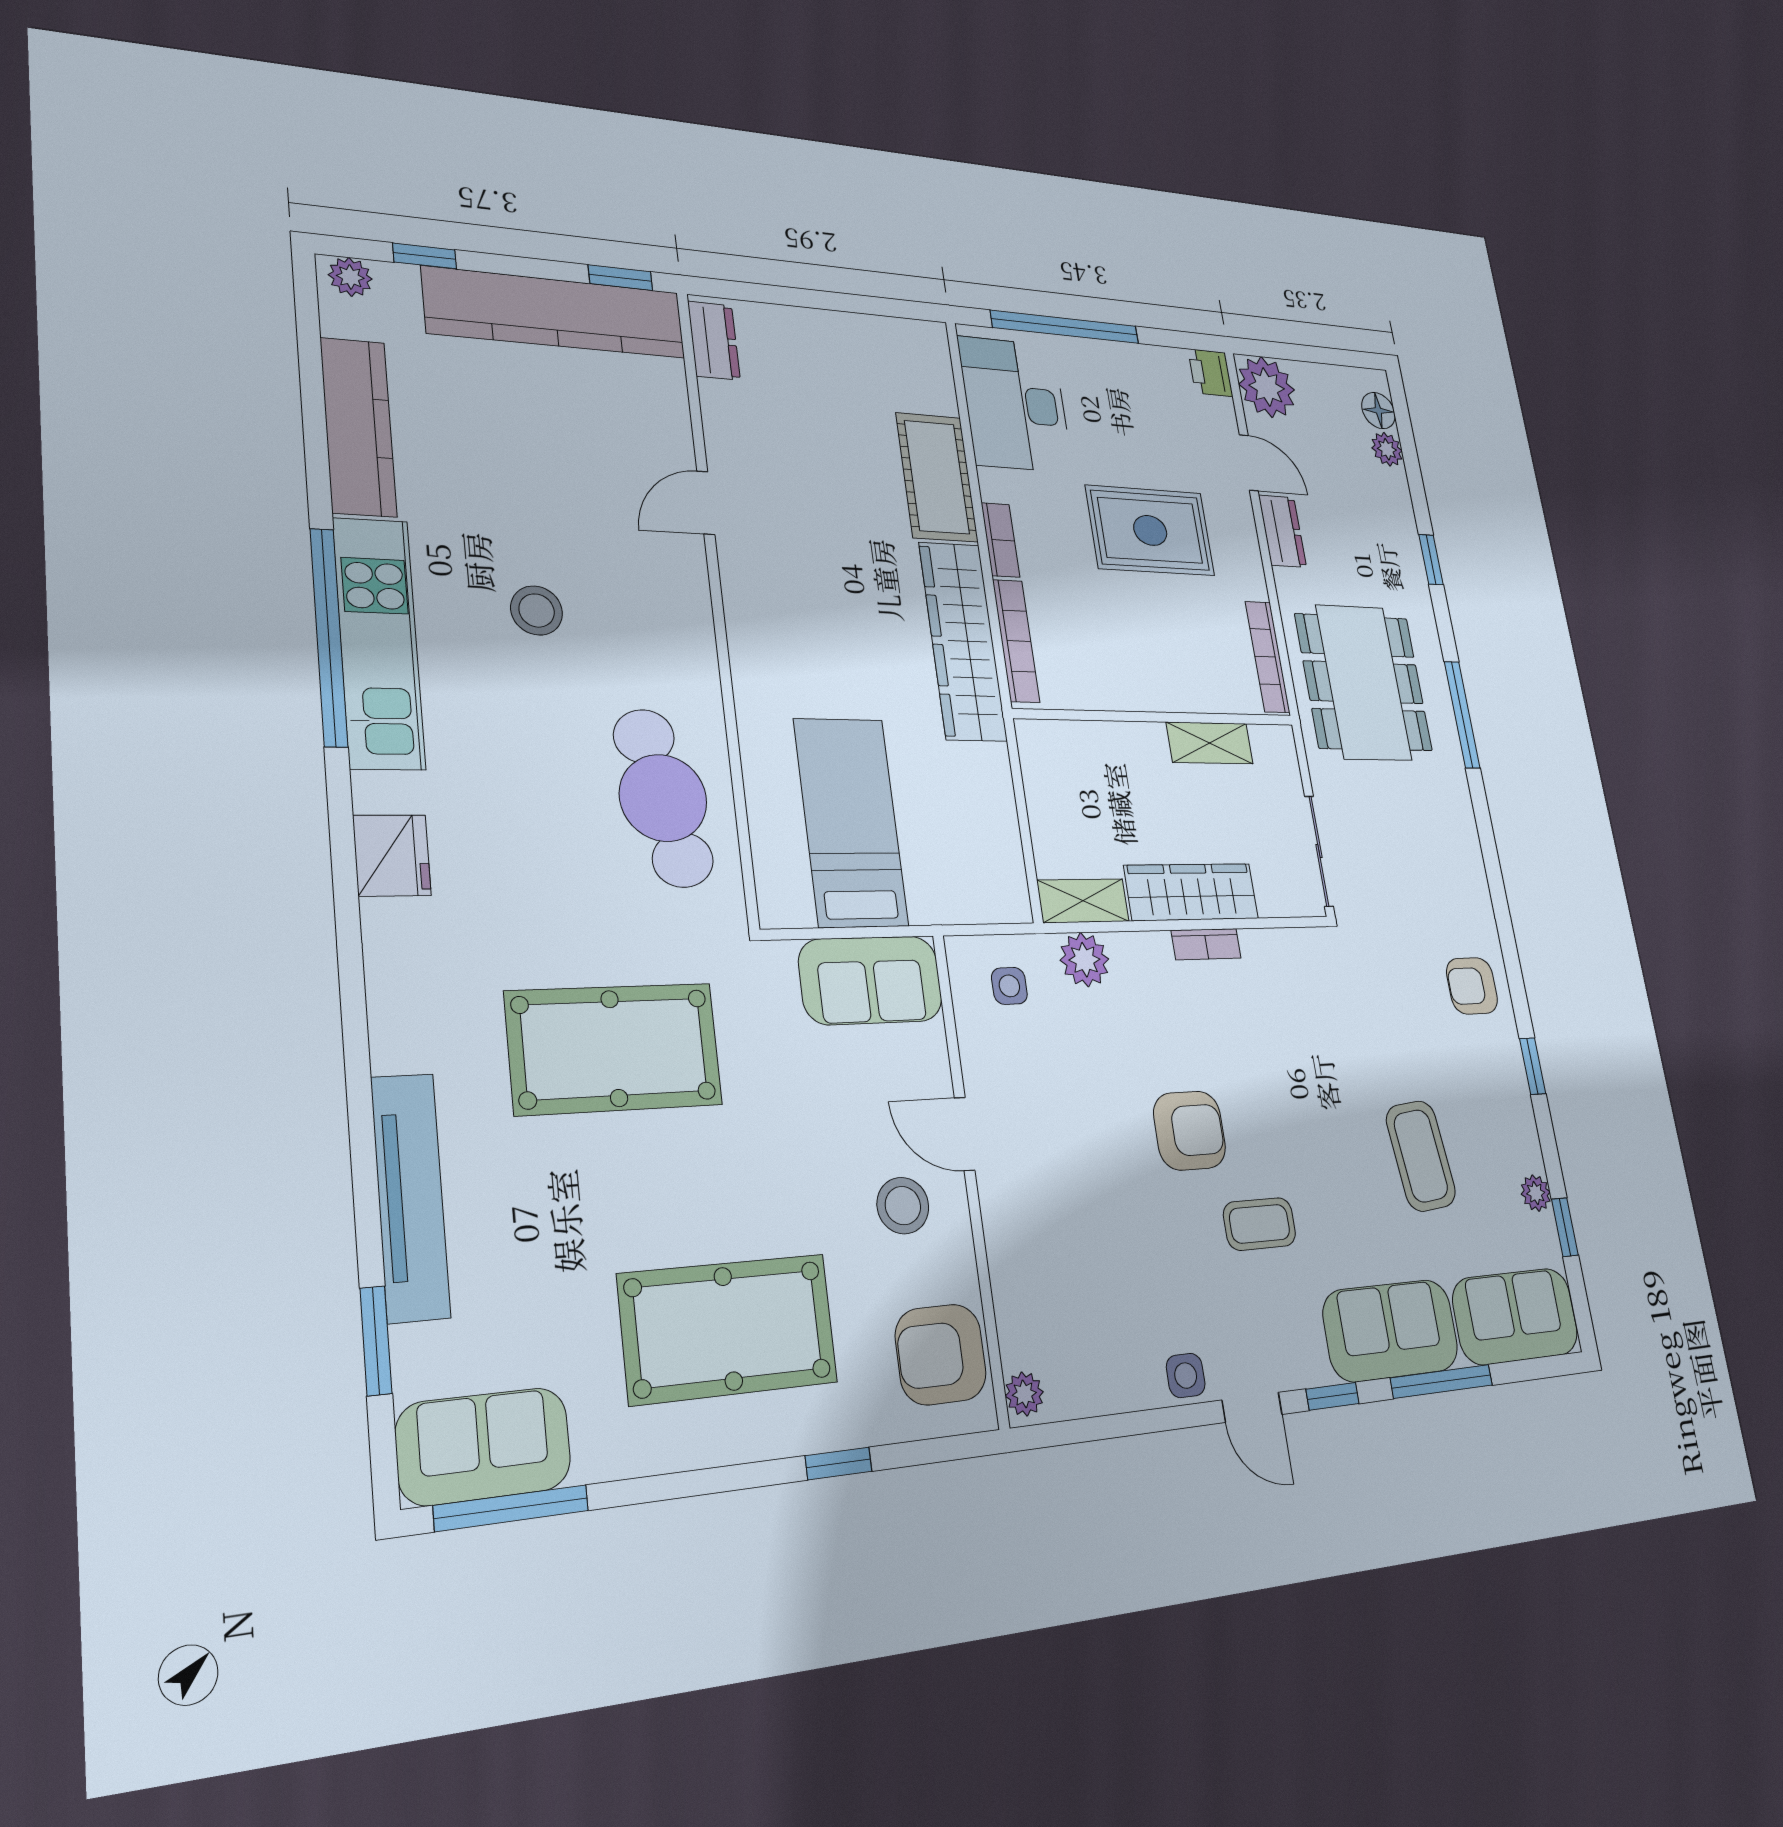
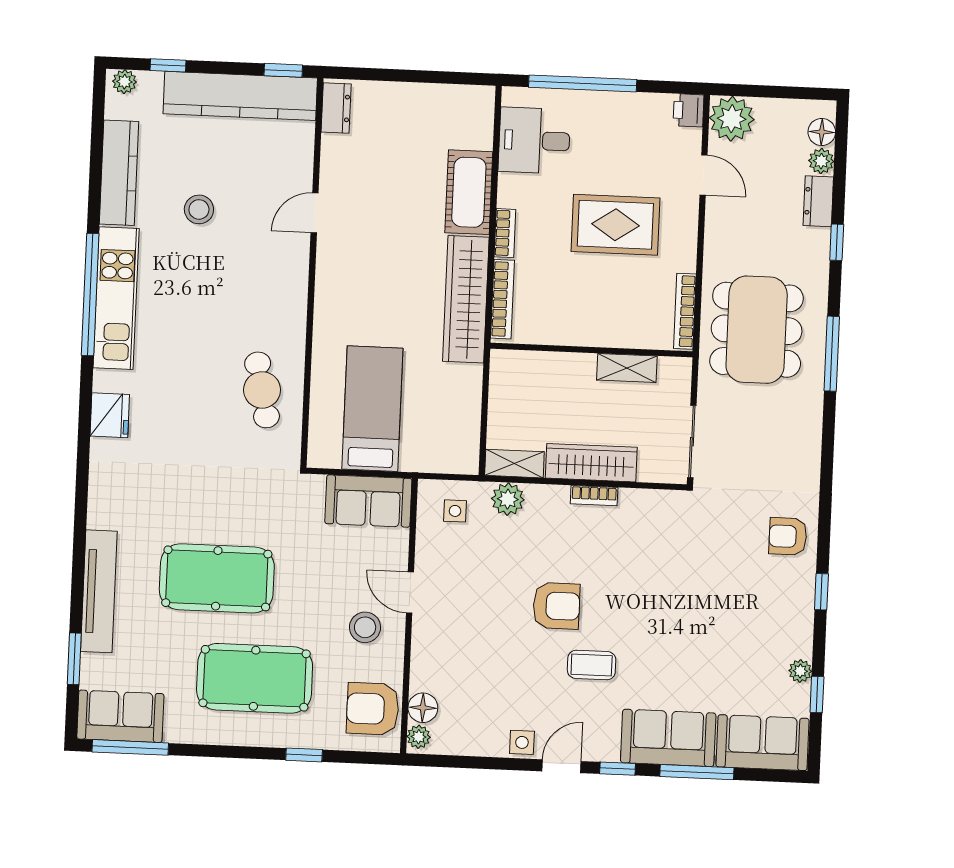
desk: (1015, 404) -> (534, 141), width x0.73
dresser: (1283, 531) -> (818, 201), moved, turned 180
stool: (537, 610) -> (199, 209), moved
cafe table: (663, 798) -> (262, 390), width x0.73, depth x0.74
pool table: (614, 1048) -> (217, 578), moved
coffee table: (1421, 1156) -> (718, 638), removed
floor lamp: (1022, 1339) -> (423, 708), added
door: (1252, 1407) -> (562, 766), swing flipped

